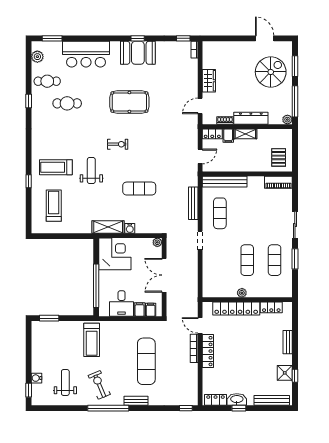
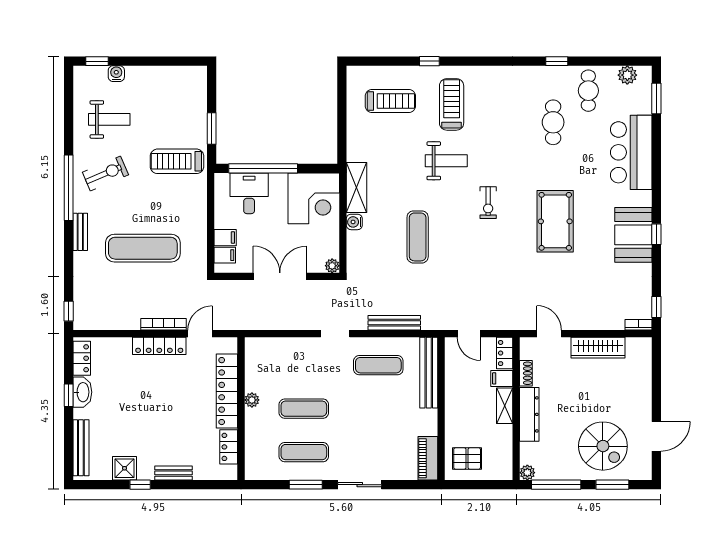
wardrobe: (209, 81) -> (598, 348), width x1.50
desk: (122, 304) -> (249, 193), moved, turned 90
window: (49, 318) -> (212, 128), moved
window: (295, 376) -> (140, 485), moved

